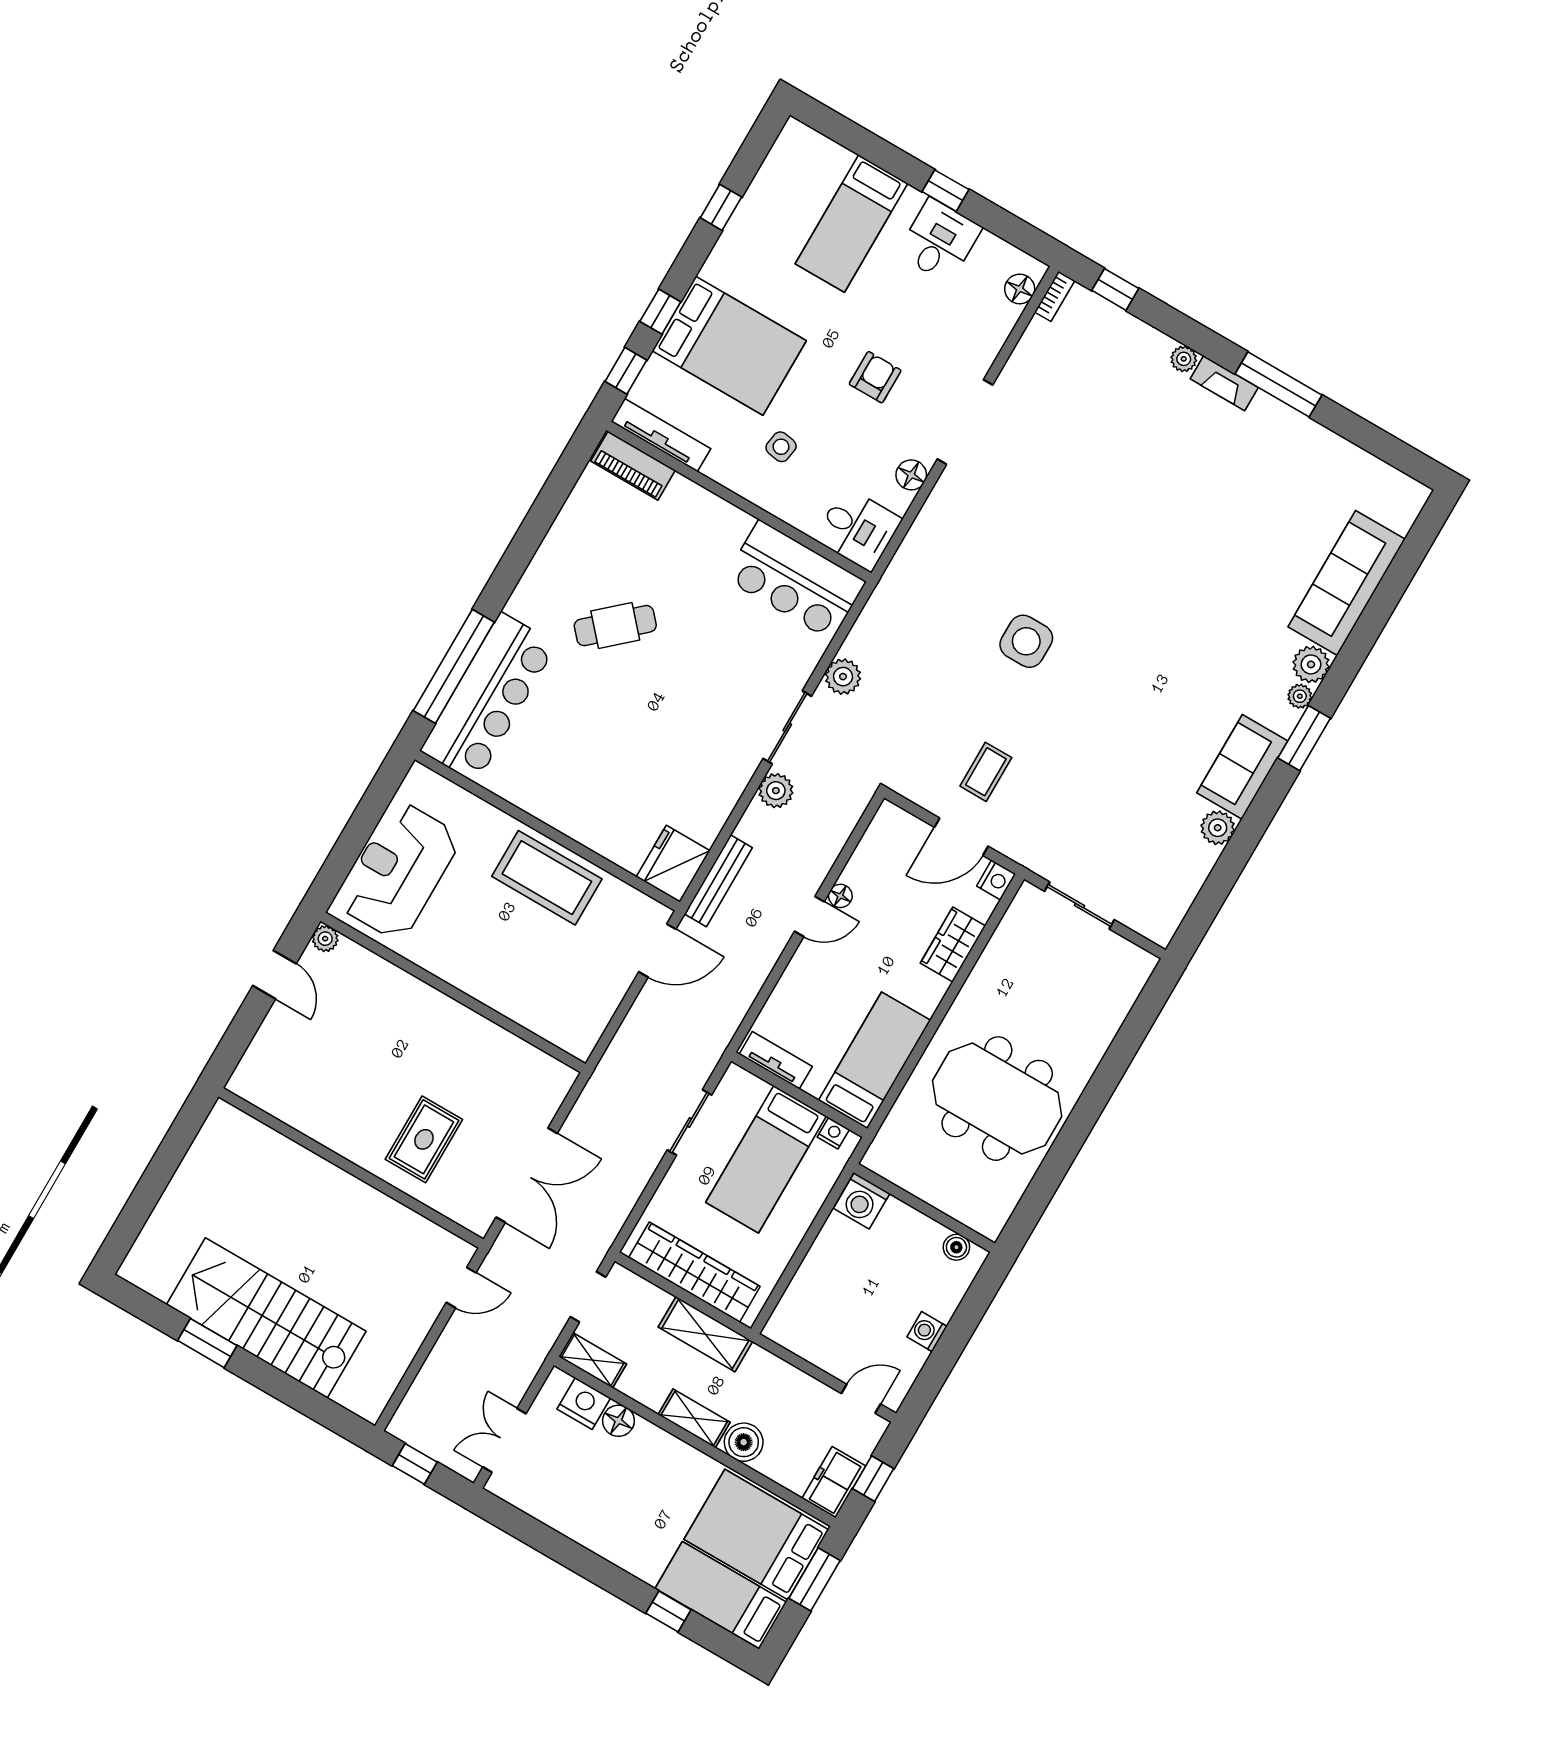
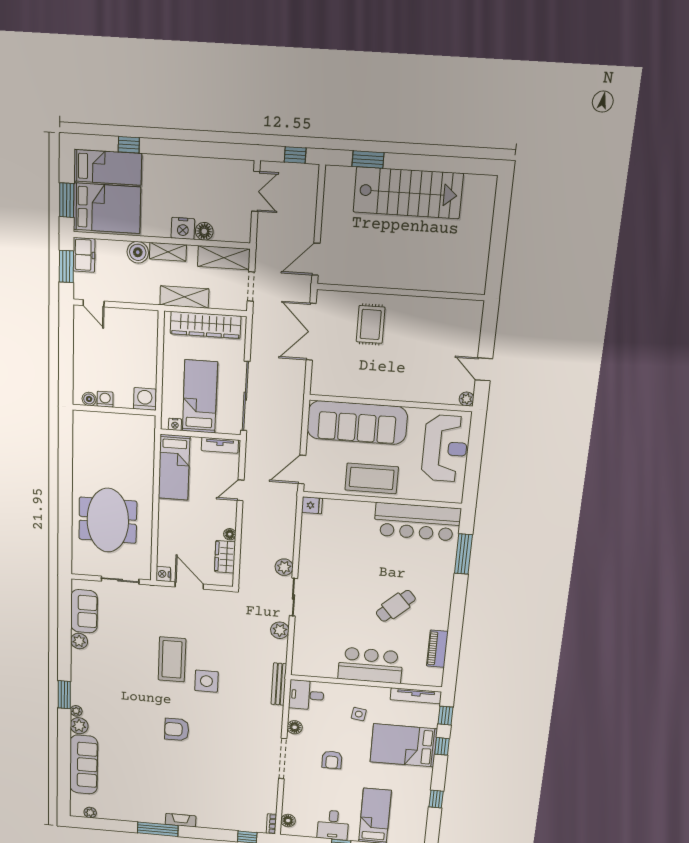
plant: (1184, 359) -> (90, 813), moved
piano: (633, 466) -> (437, 649), moved, turned -90
armchair: (1132, 572) -> (177, 729), added
bar counter: (795, 580) -> (370, 665), moved
window: (454, 666) -> (463, 554), width x0.68
bar counter: (488, 697) -> (417, 522), moved, turned -90
sofa: (1242, 767) -> (84, 611), moved
coffee table: (986, 772) -> (172, 659), moved, width x1.86, depth x1.72
door: (961, 837) -> (189, 586), hinge flipped
fridge: (673, 864) -> (312, 505), width x0.53, depth x0.75
bench: (718, 881) -> (279, 684), moved
door: (809, 916) -> (241, 490), moved
wardrobe: (953, 945) -> (225, 557), moved, turned 180
sofa: (525, 986) -> (357, 423), added
meeting table: (997, 1099) -> (108, 520), moved, turned 90
sliding door: (689, 1122) -> (245, 396), width x1.86
door: (461, 1288) -> (316, 259), width x1.38
washing machine: (927, 1332) -> (105, 399), moved, turned -90
window: (207, 1343) -> (368, 160), moved
shelving: (593, 1360) -> (224, 258), width x1.50, depth x1.33
door: (861, 1399) -> (94, 303), hinge flipped
nightstand: (584, 1404) -> (183, 228), moved
window: (873, 1479) -> (66, 266), width x1.50

